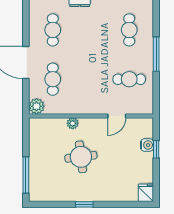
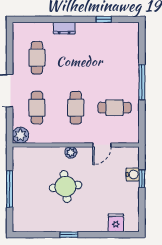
cafe table: (129, 30) -> (76, 108), moved
plant: (73, 123) -> (71, 152), moved
window: (26, 175) -> (10, 189), moved
fridge: (146, 193) -> (116, 223), moved

